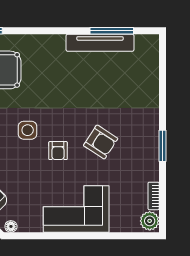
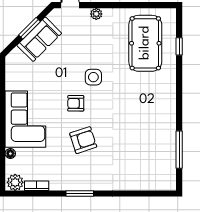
tv unit: (100, 43) -> (169, 140), removed
armchair: (101, 142) -> (83, 140), turned -141
floor lamp: (11, 226) -> (10, 154), moved

